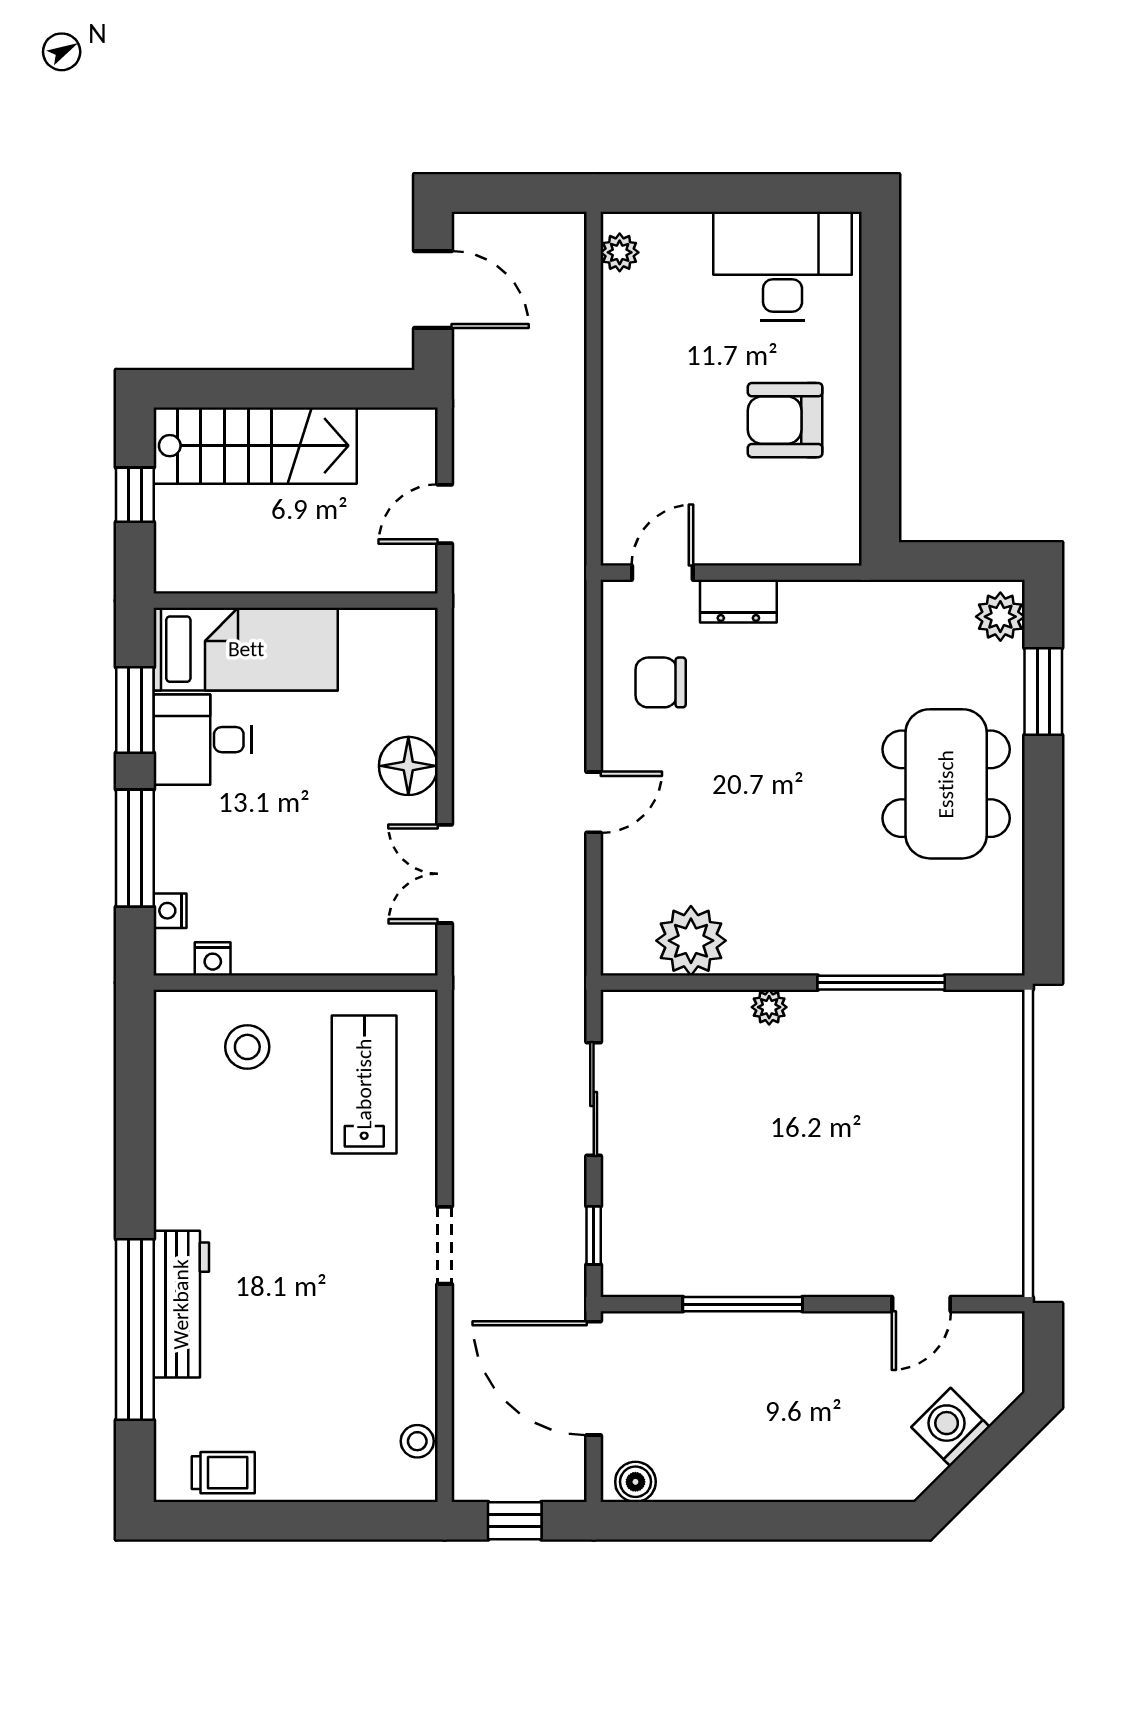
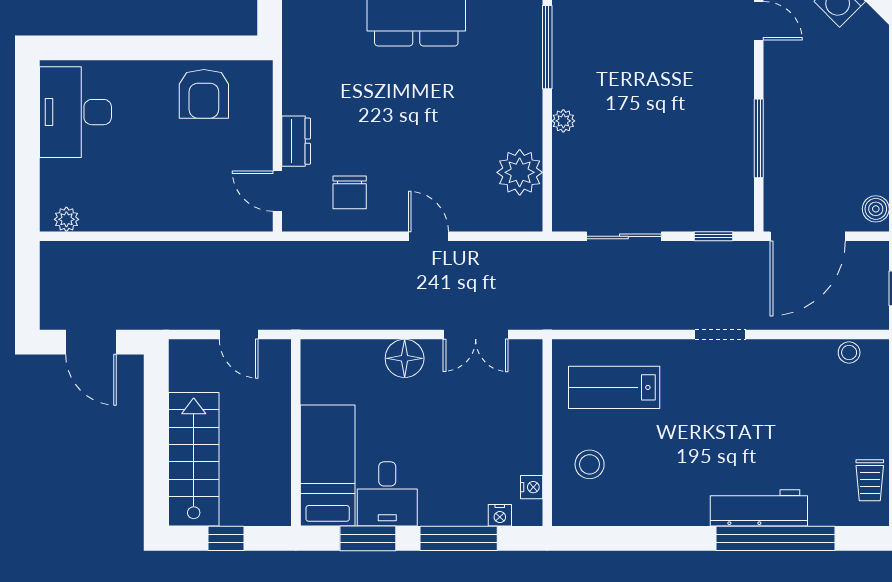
door: (433, 289) -> (91, 342), swing flipped
armchair: (785, 420) -> (204, 94), moved
trolley: (223, 1473) -> (870, 480), turned 180

